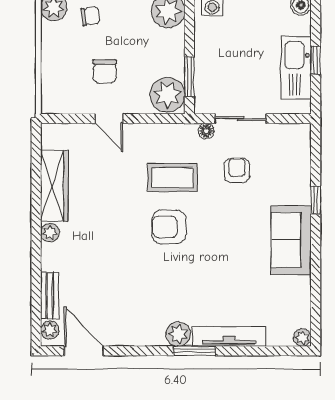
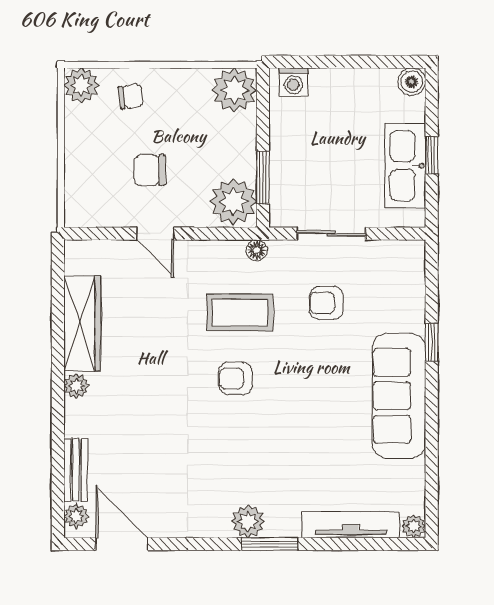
chair: (105, 71) -> (150, 170), turned 90
floor lamp: (206, 131) -> (257, 250), moved
armchair: (237, 171) -> (326, 303), turned -90
armchair: (169, 227) -> (235, 378), width x0.72, depth x0.72
sofa: (291, 240) -> (399, 396), width x1.36
tv unit: (229, 336) -> (351, 525), moved

